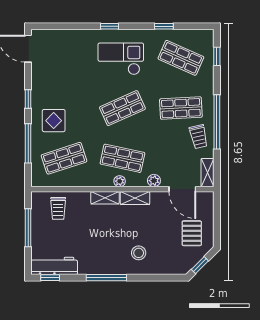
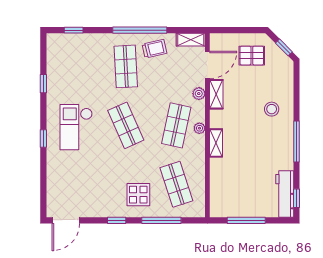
shop shelf: (181, 58) -> (75, 66), removed
shelving: (135, 198) -> (216, 94), moved
trolley: (58, 208) -> (227, 190), removed

